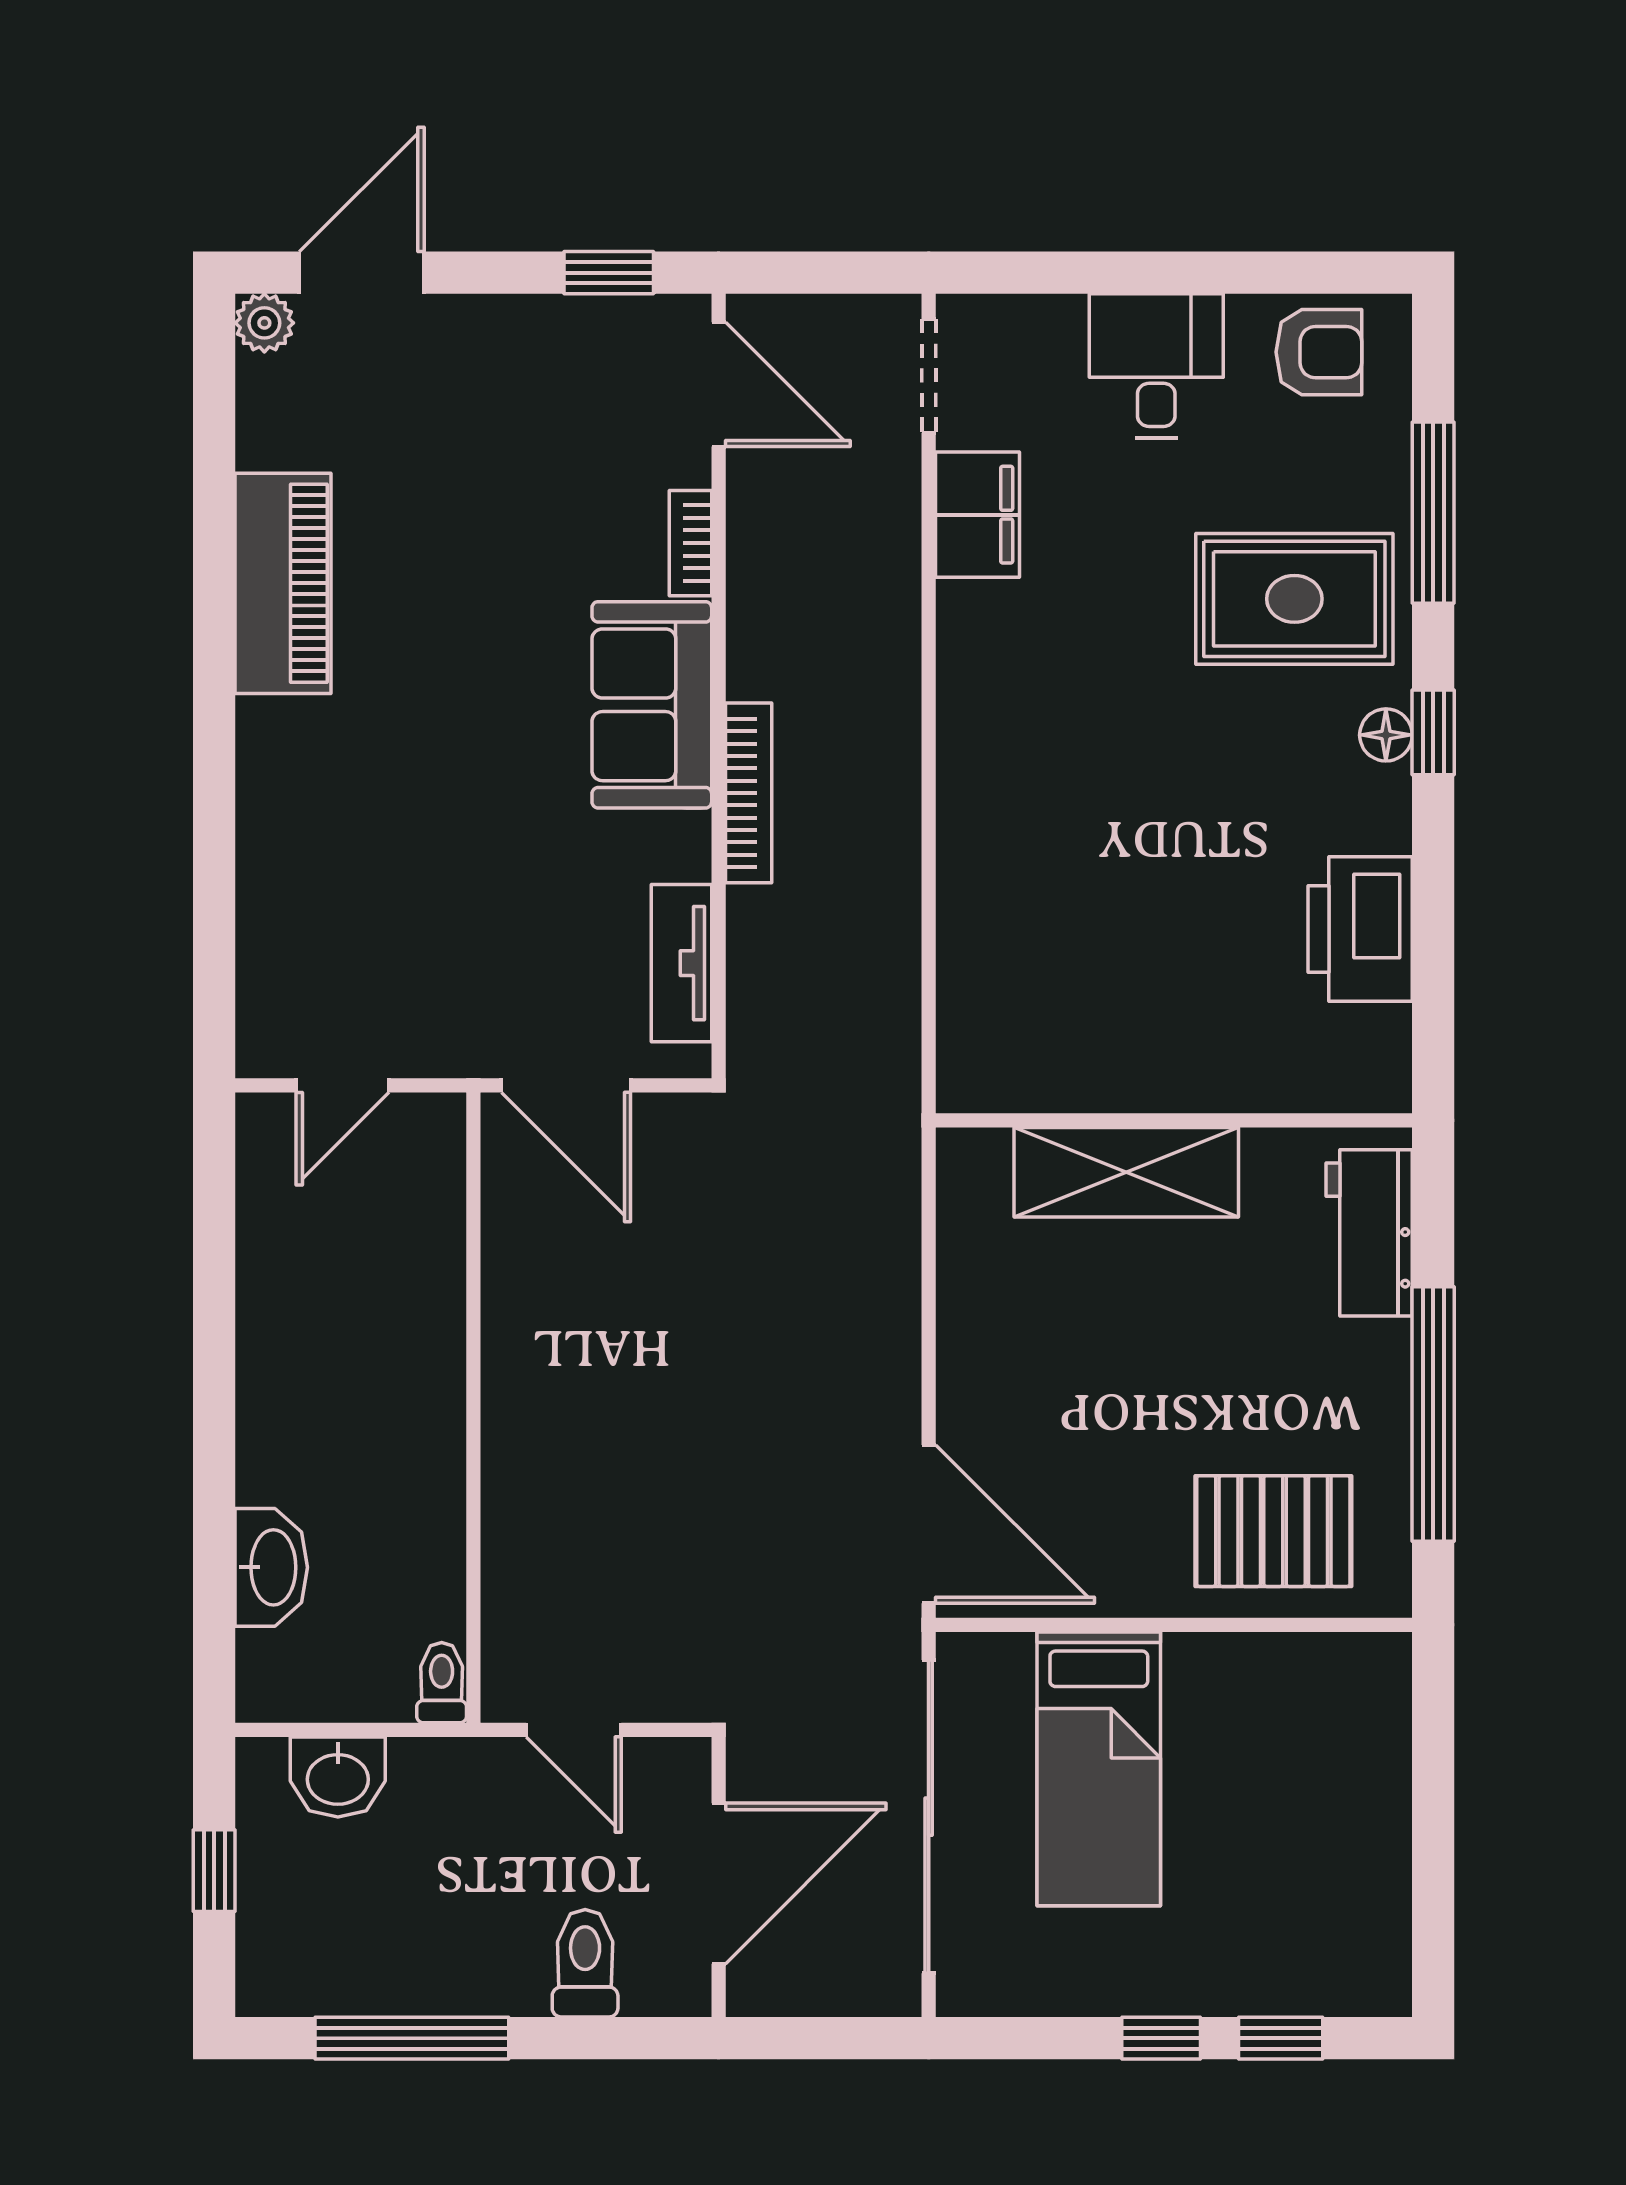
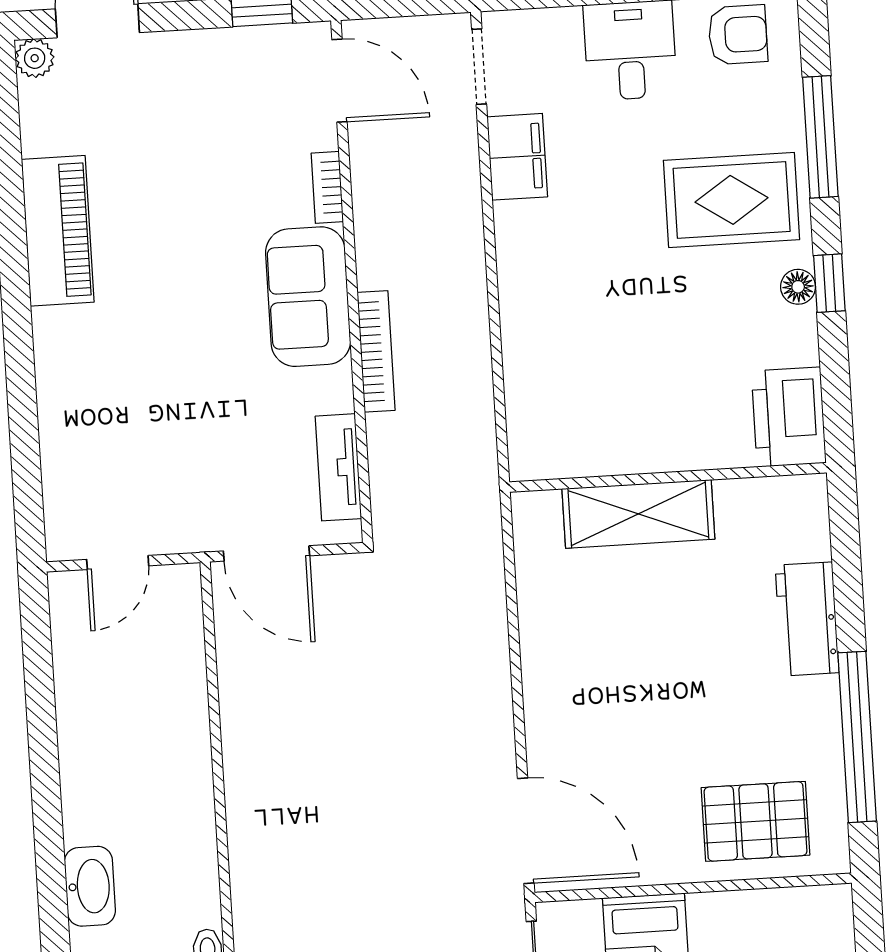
wall: (1174, 1120) -> (668, 477), moved
shelving: (1126, 1172) -> (638, 514), moved

